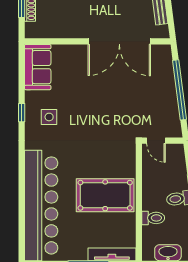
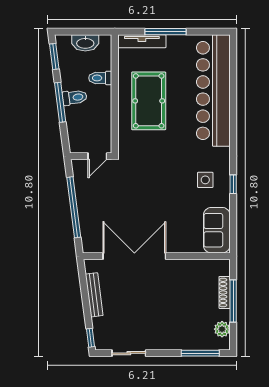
door: (156, 141) -> (97, 156), swing flipped
pool table: (105, 195) -> (149, 101), turned 90

